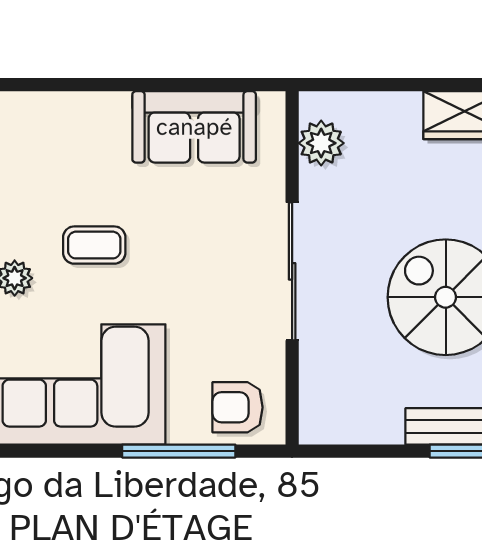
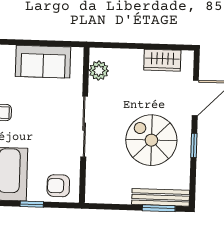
window: (179, 451) -> (32, 204), width x0.46

